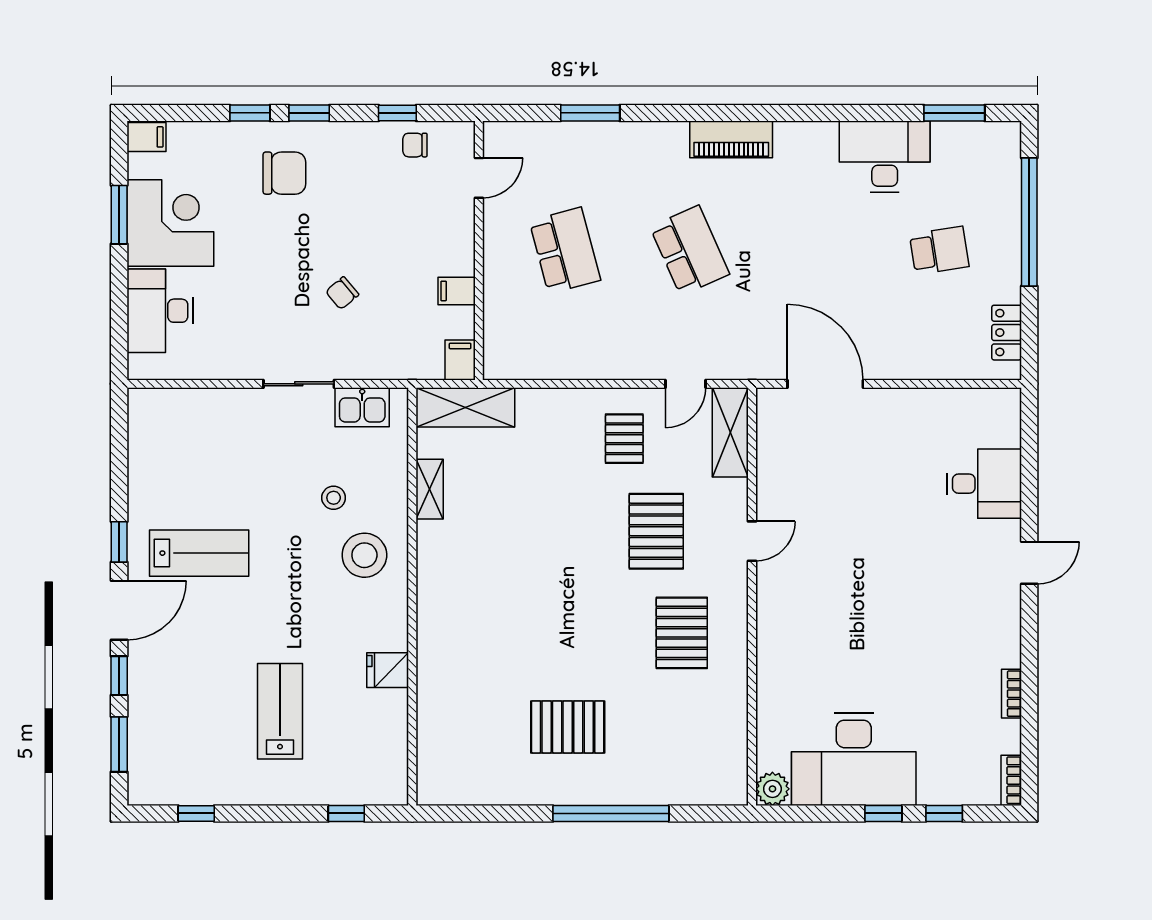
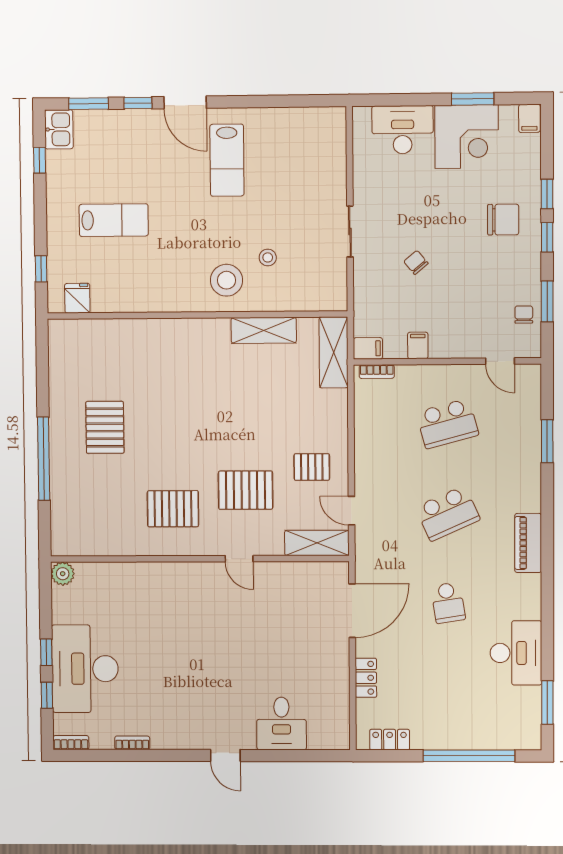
window: (397, 113) -> (547, 301), width x1.50
chair: (284, 173) -> (503, 220), turned -90
school desk: (939, 250) -> (448, 603), moved
bookcase: (492, 348) -> (377, 372), added
locker: (919, 365) -> (366, 678), added
kitchen sink: (362, 407) -> (59, 129), moved, turned 180
shelving: (430, 489) -> (264, 330), width x1.50, depth x1.33
window: (119, 542) -> (235, 102), removed
fridge: (388, 670) -> (77, 298), moved
desk: (854, 759) -> (85, 669), moved

